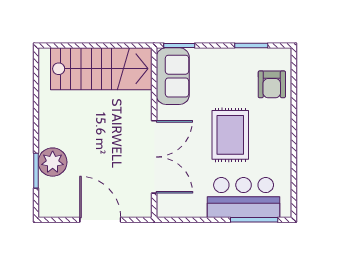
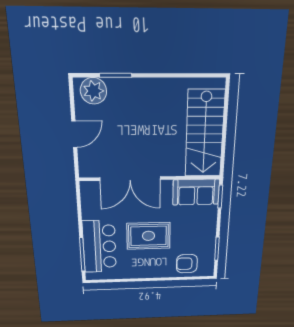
plant: (53, 162) -> (93, 91), moved
door: (100, 220) -> (74, 134), width x0.73

